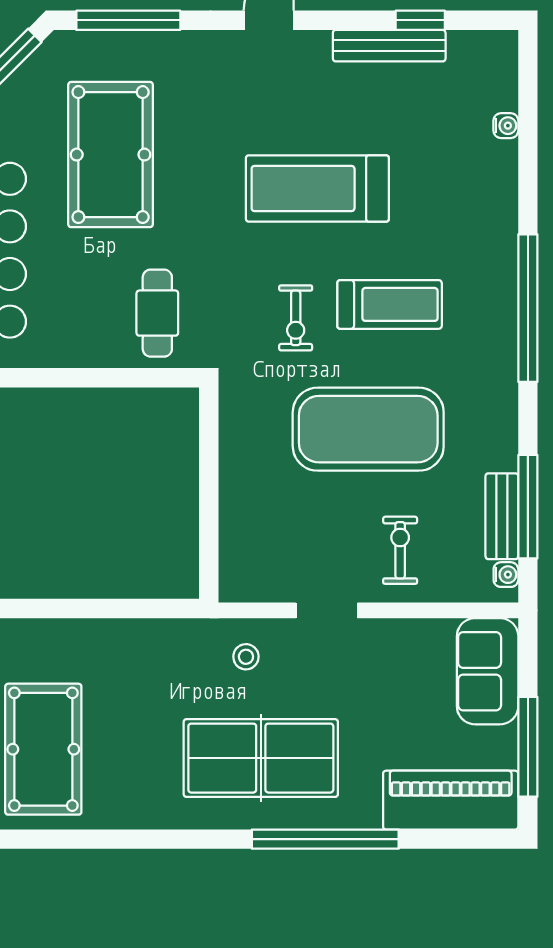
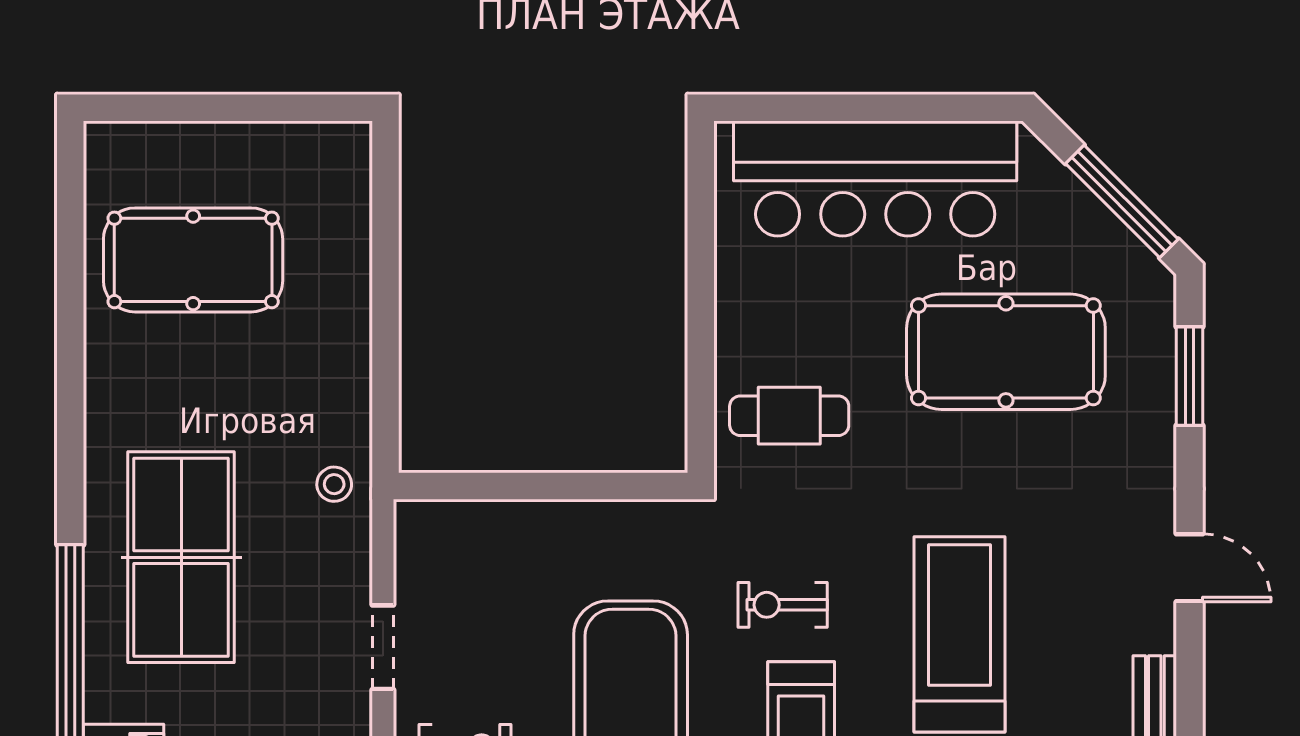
window: (128, 20) -> (1189, 376), width x0.69
stool: (246, 657) -> (334, 484), moved

